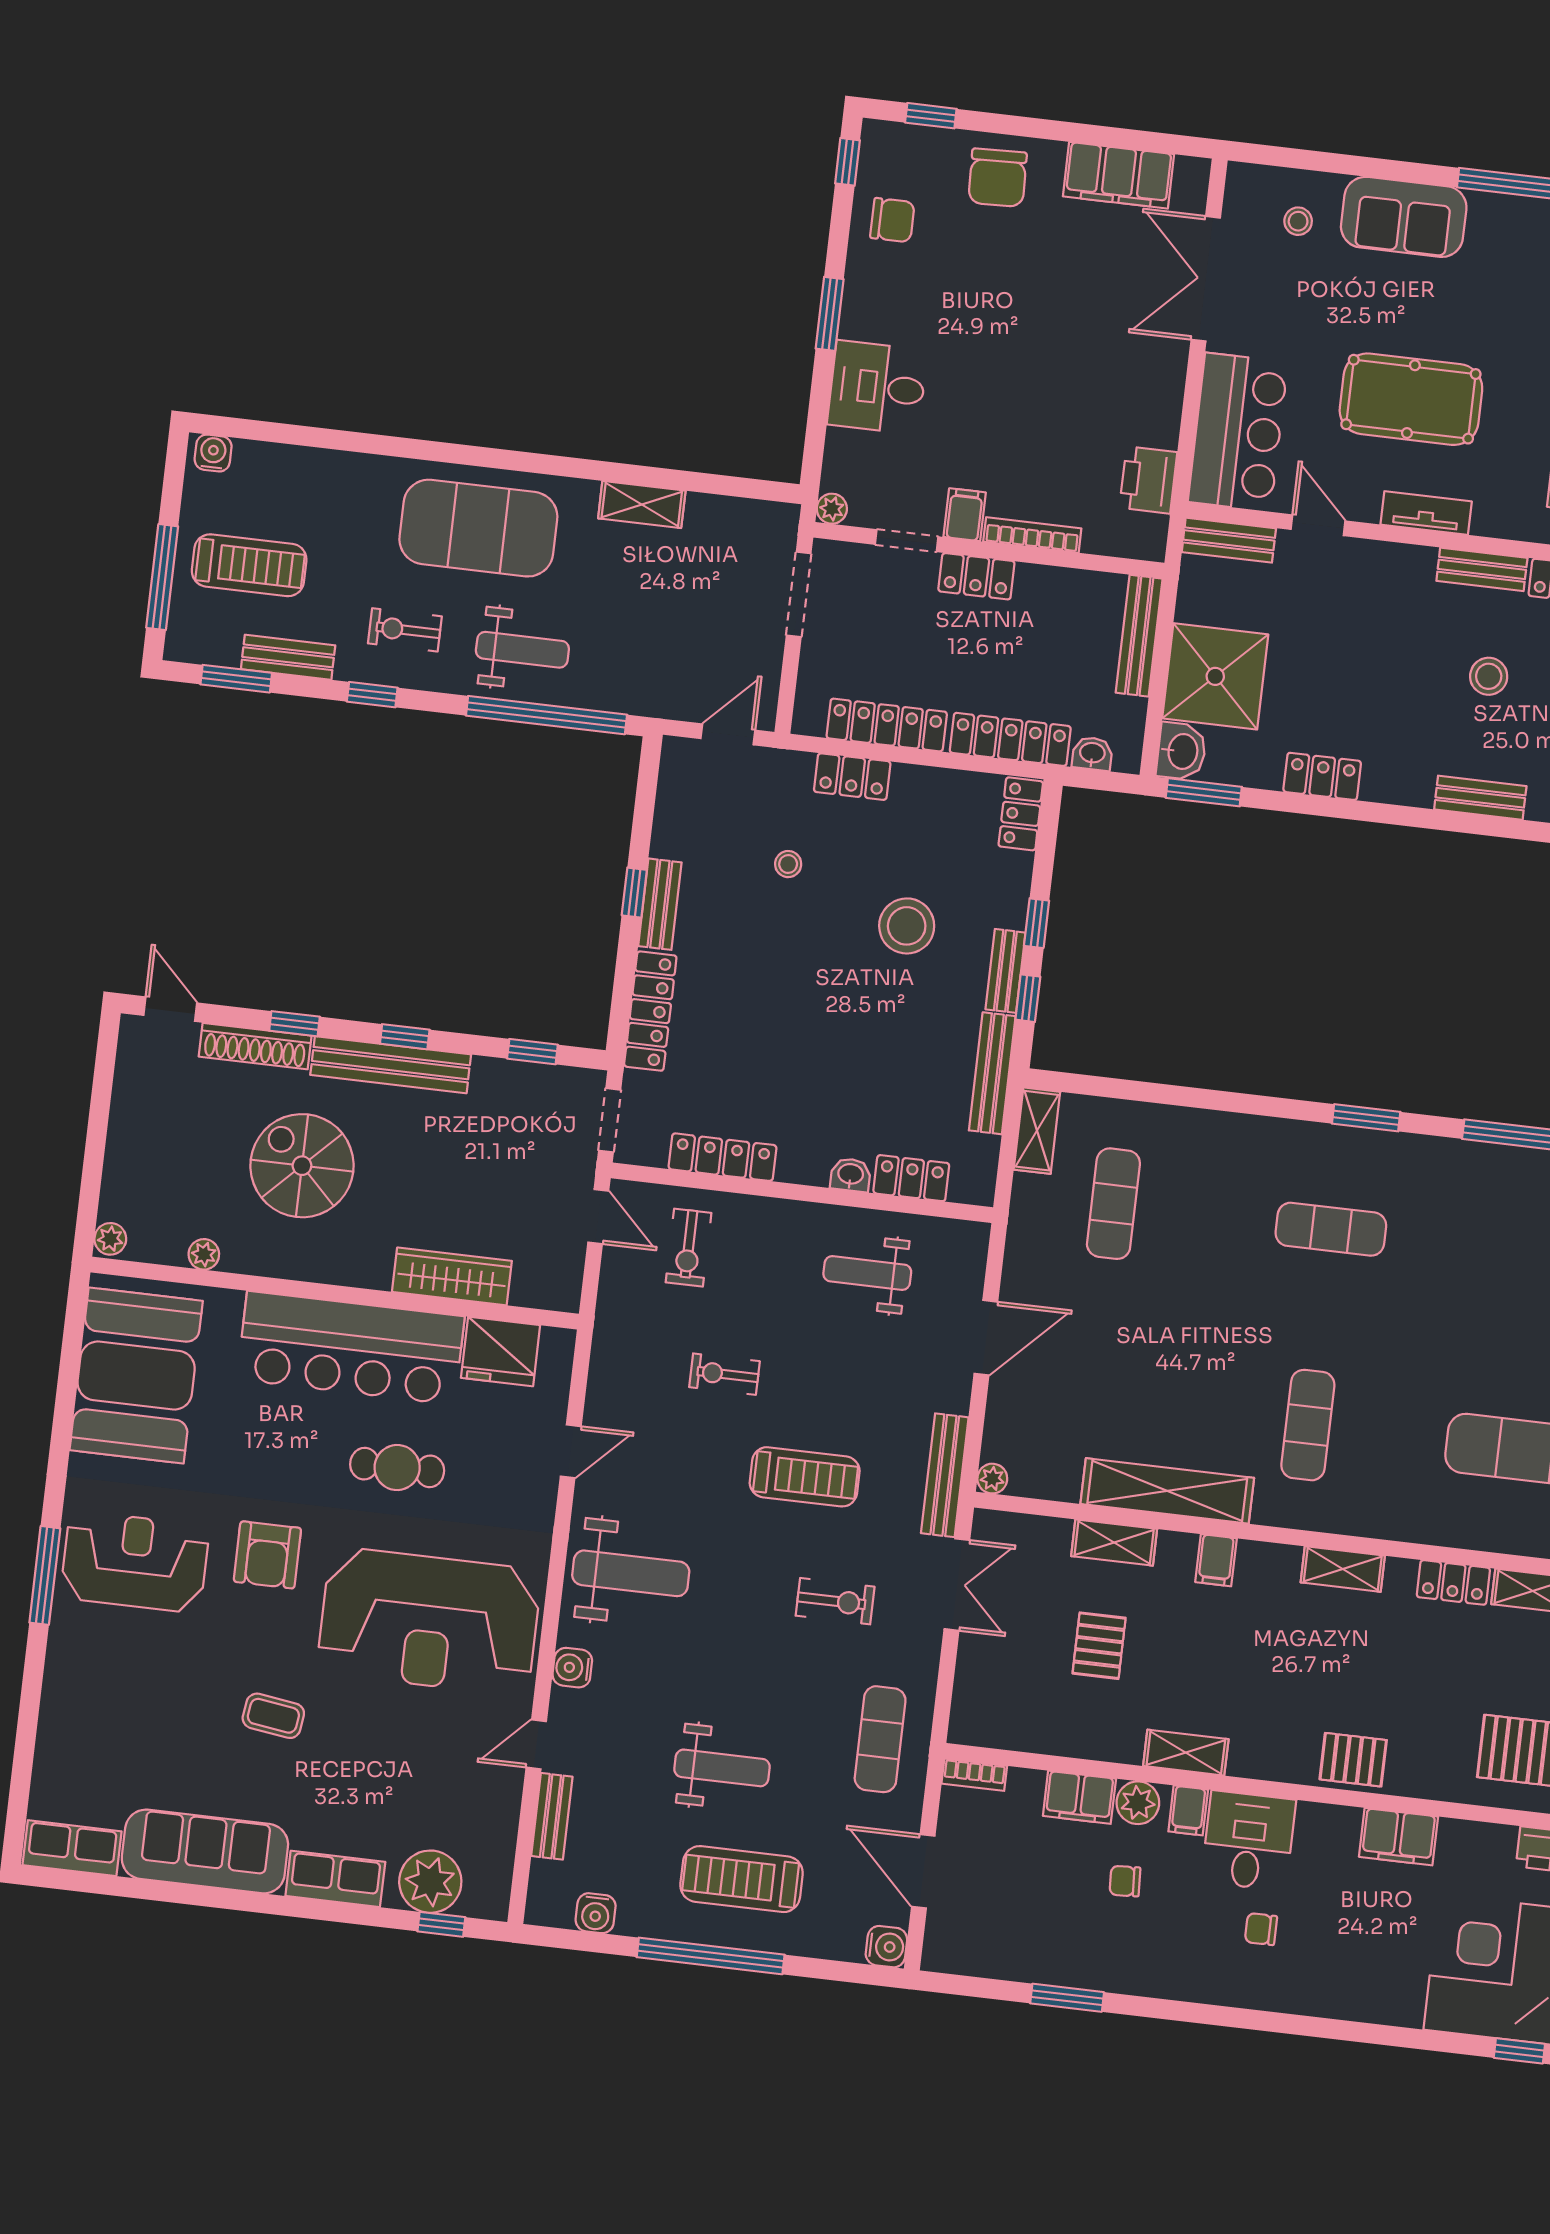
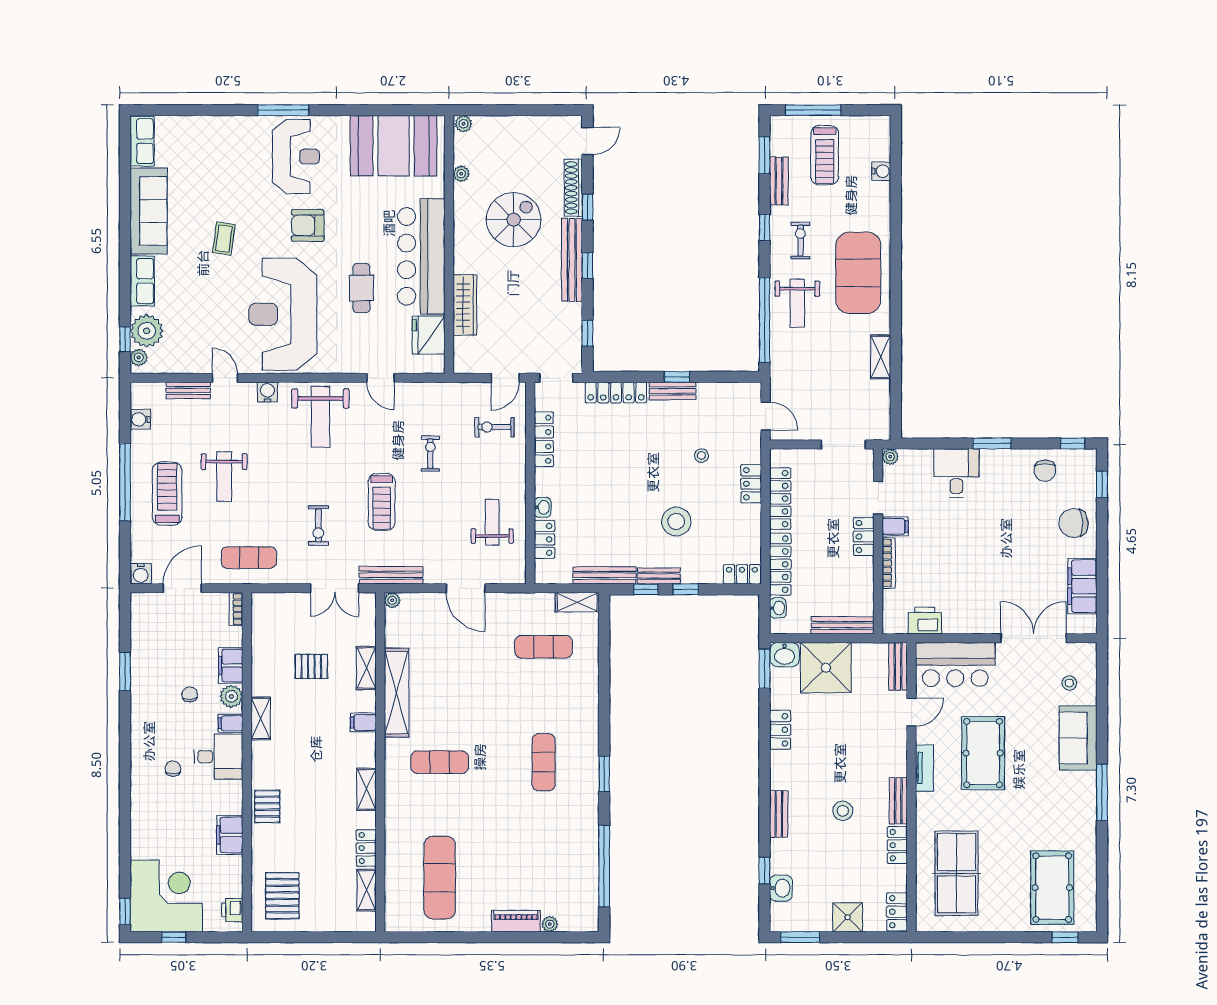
water cooler: (213, 453) -> (881, 171), moved
plant: (479, 1902) -> (139, 357), added

